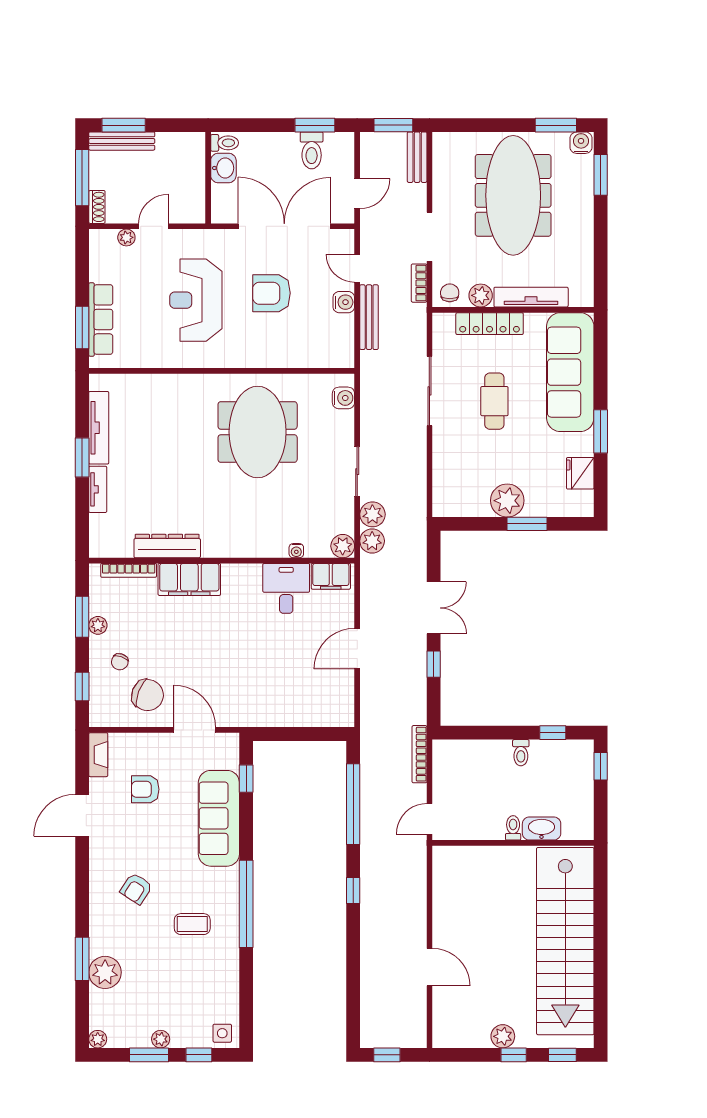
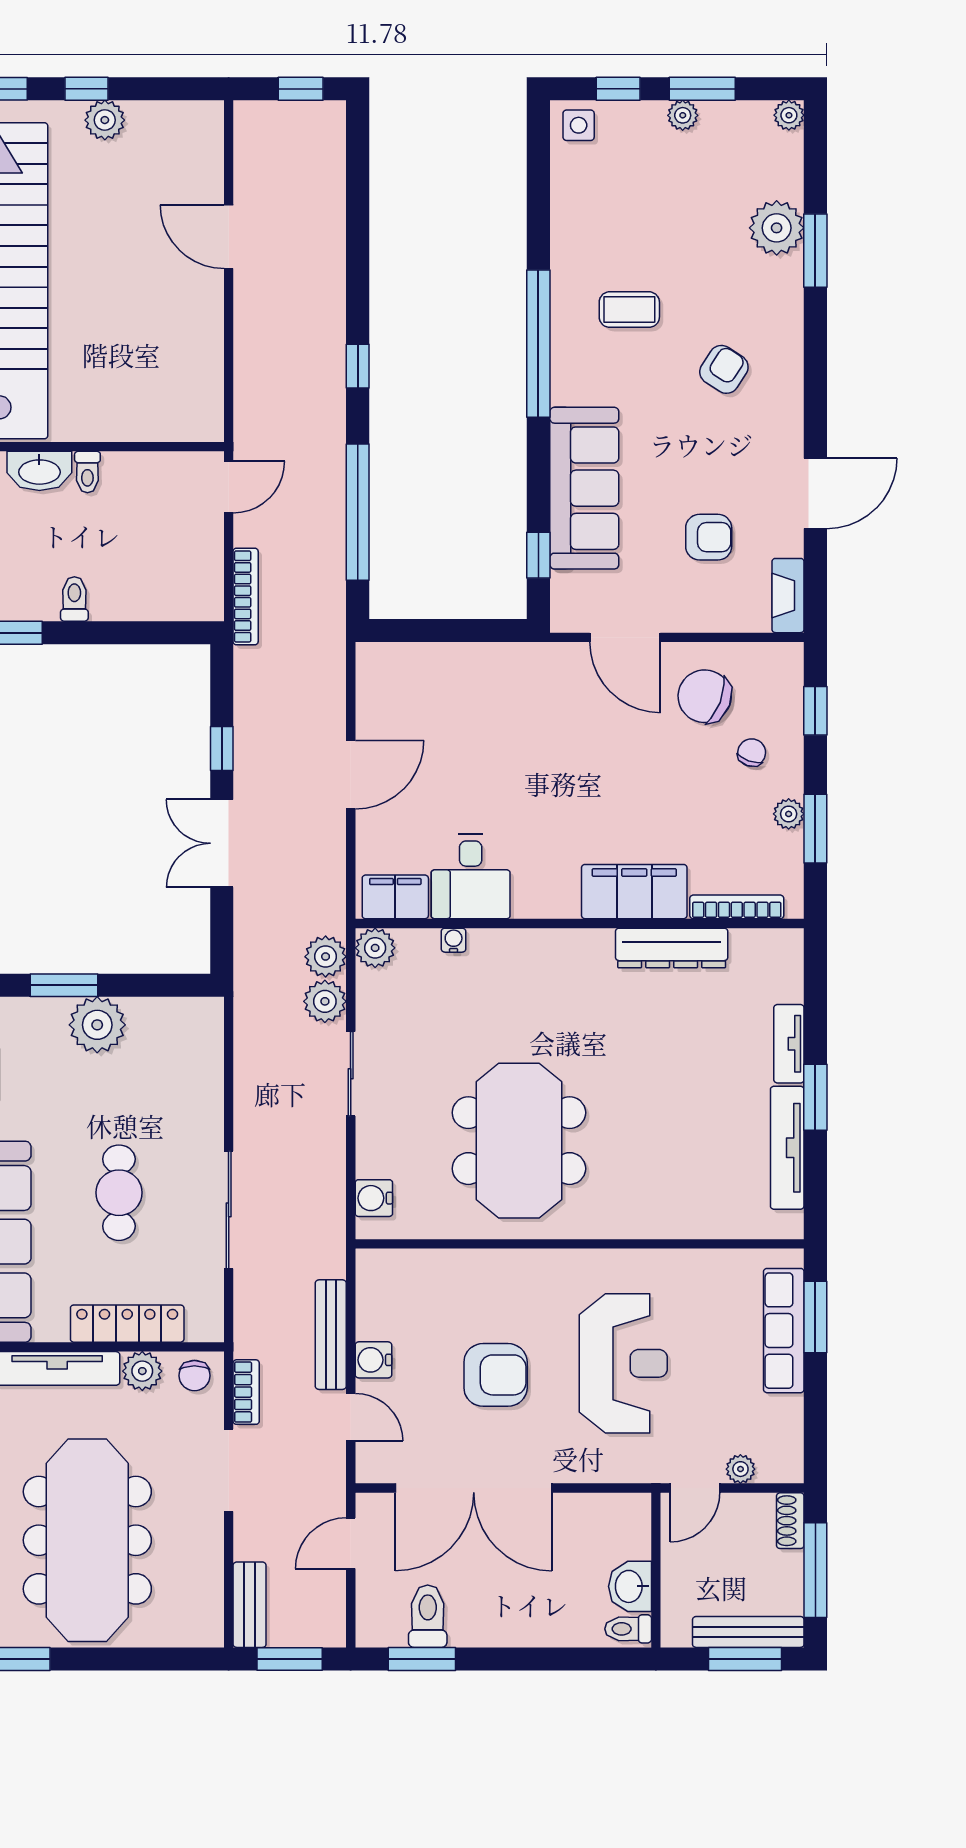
toilet: (225, 143) -> (628, 1629), moved
washbasin: (223, 168) -> (630, 1586), moved
wall: (208, 178) -> (656, 1570), moved

